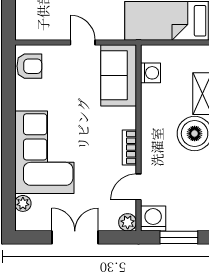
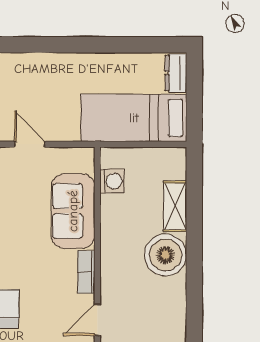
sofa: (119, 75) -> (73, 211), moved

